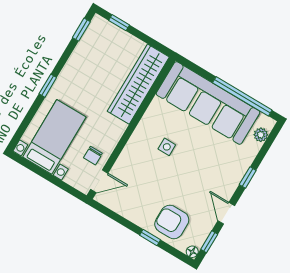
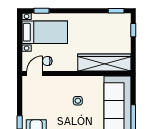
window: (48, 86) -> (41, 11), moved
door: (99, 181) -> (35, 74), swing flipped

